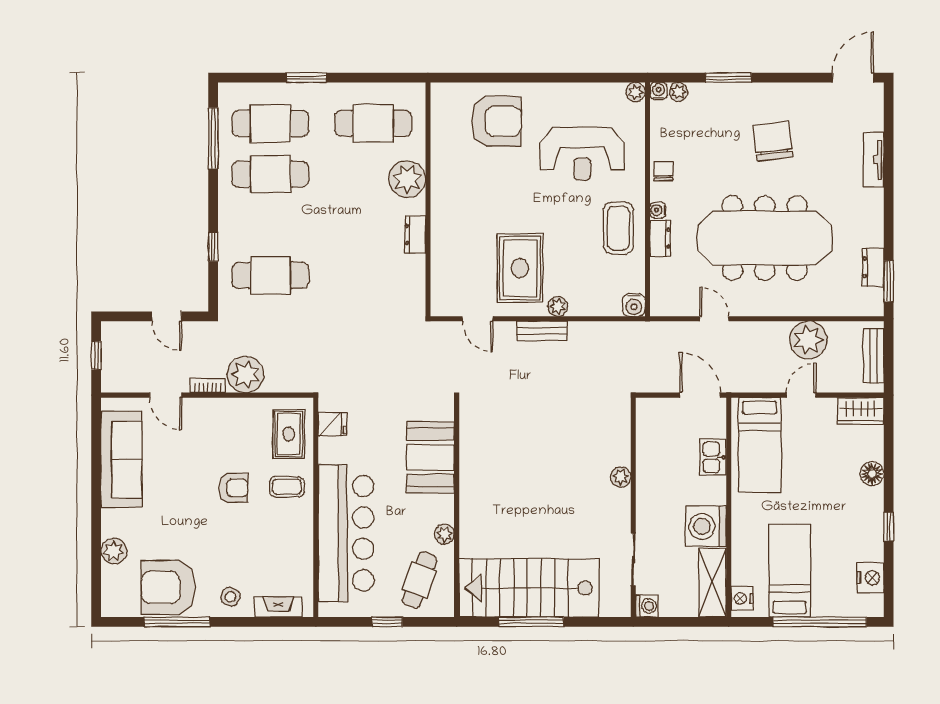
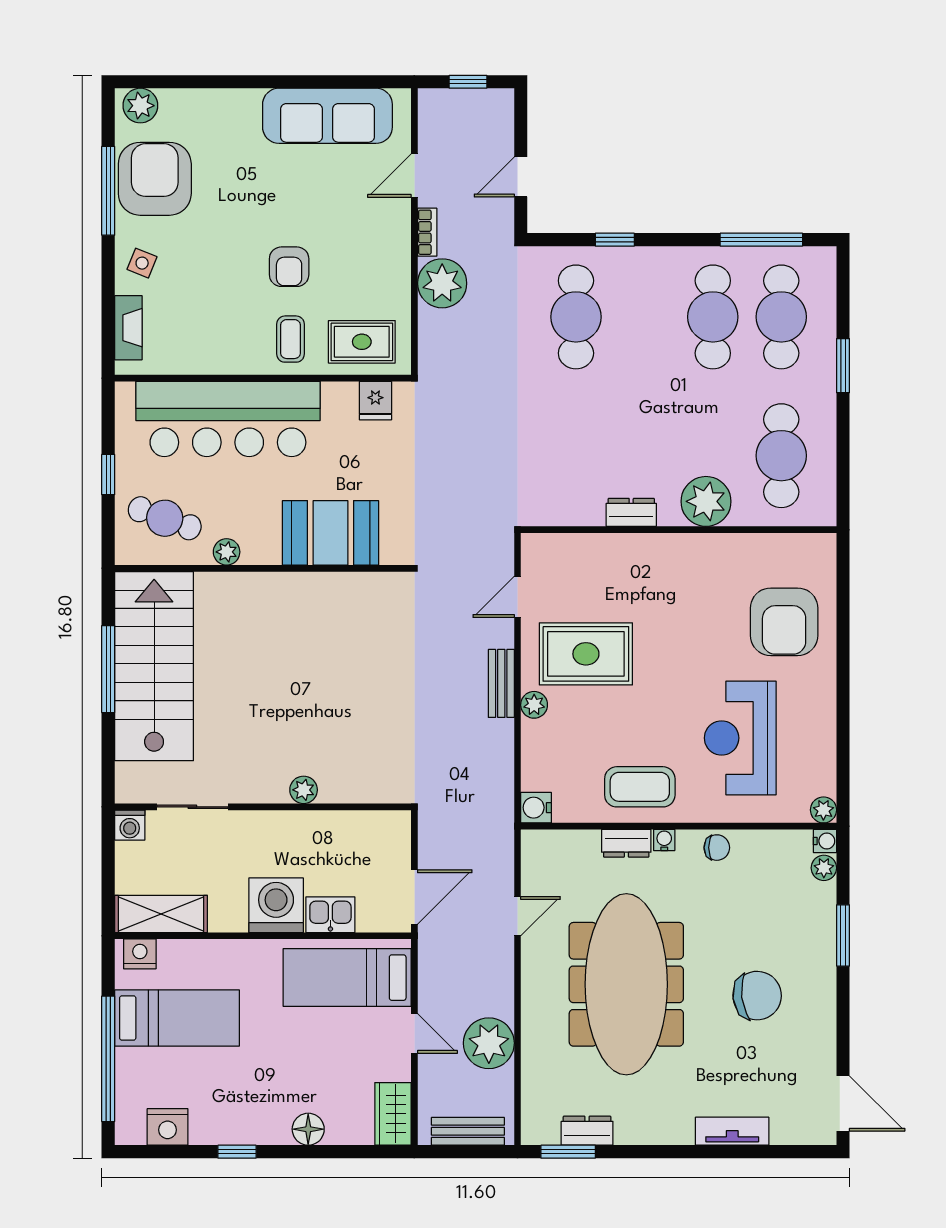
washing machine: (706, 526) -> (276, 905), moved
plant: (114, 551) -> (140, 106), moved

